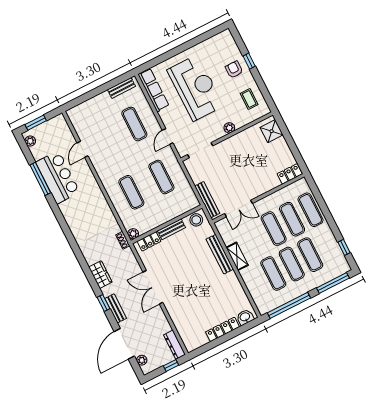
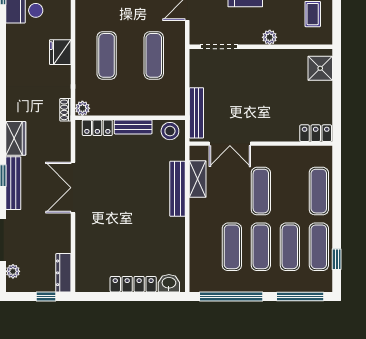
fridge: (101, 205) -> (60, 52), added
exercise mat: (292, 219) -> (319, 247), moved
shelving: (237, 256) -> (198, 179), moved
bench: (116, 308) -> (13, 183), width x1.36

